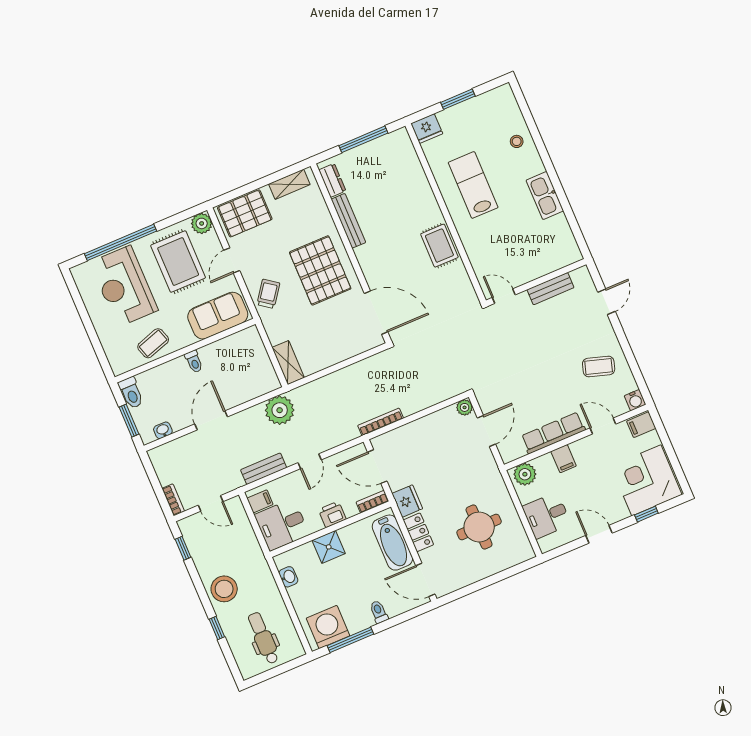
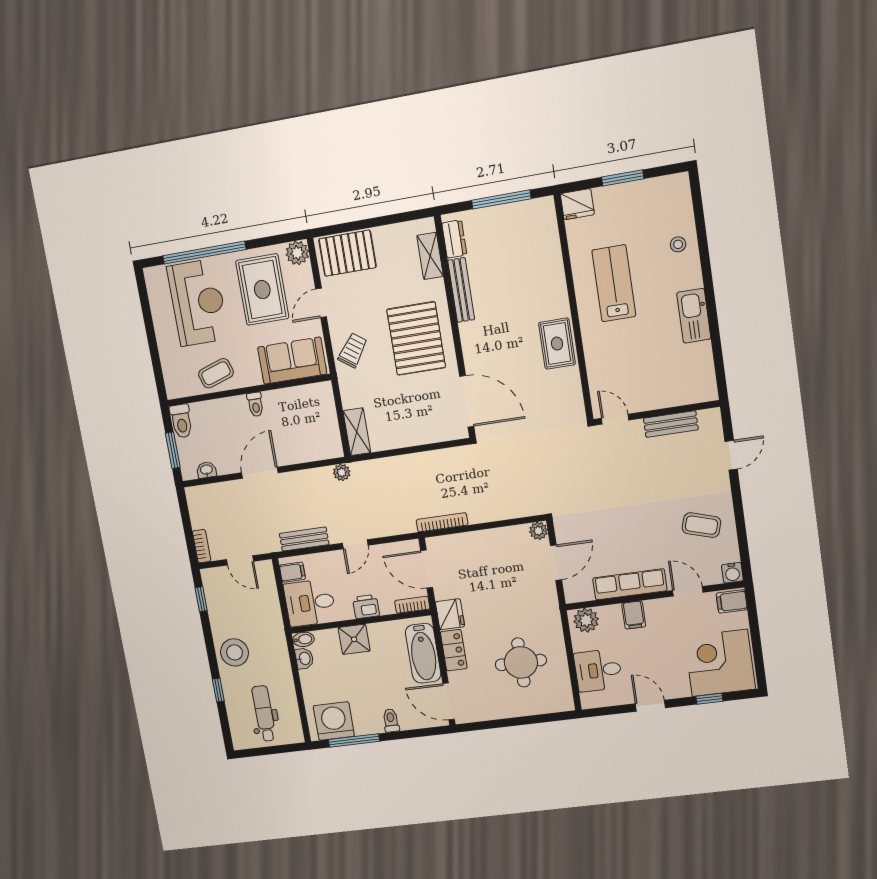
shelving: (289, 184) -> (430, 256), moved, turned 90
reception desk: (124, 286) -> (198, 303), turned 180
plant: (280, 410) -> (342, 472), width x0.53, depth x0.53
bidet: (284, 560) -> (303, 639), added

